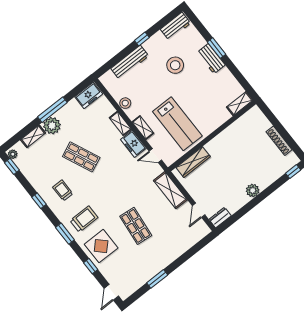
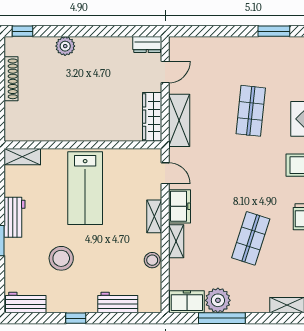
workbench: (211, 59) -> (15, 217), moved
workbench: (130, 62) -> (118, 303), width x0.73
window: (52, 110) -> (222, 318), moved
lab bench: (177, 124) -> (85, 188), moved, turned 180
plant: (52, 126) -> (218, 300), moved
shop shelf: (81, 157) -> (251, 238), turned 42
wardrobe: (193, 162) -> (152, 117), moved, turned -90
plant: (253, 190) -> (65, 46), moved

